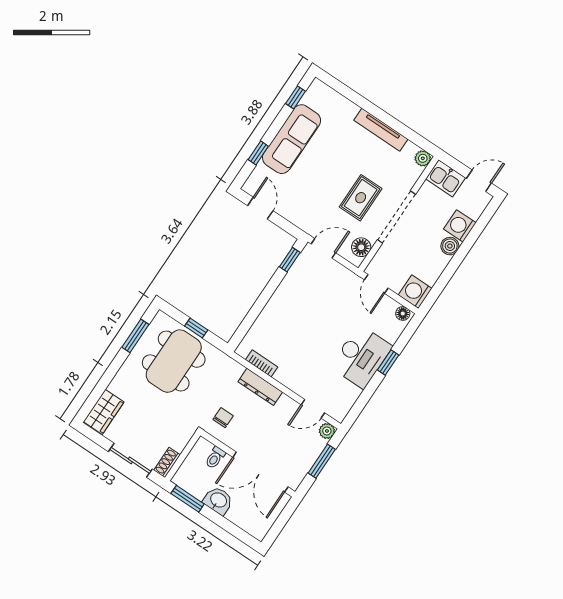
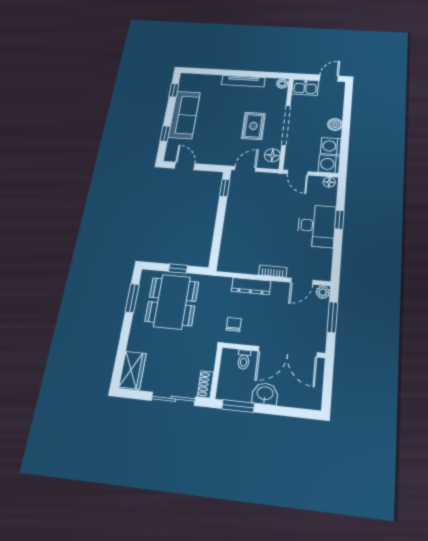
washing machine: (460, 226) -> (331, 146), moved
bookcase: (262, 363) -> (273, 271), moved

